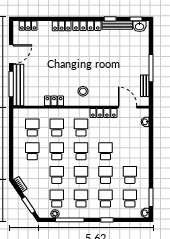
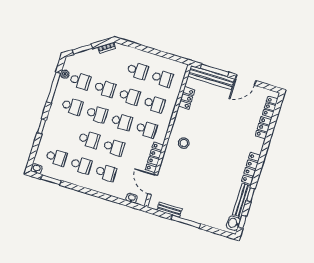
locker: (62, 26) -> (263, 128), moved
door: (11, 54) -> (246, 80), hinge flipped
locker: (54, 101) -> (187, 98), moved
door: (128, 107) -> (153, 185), swing flipped
school desk: (105, 199) -> (106, 173), moved

